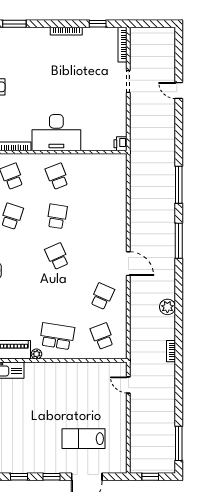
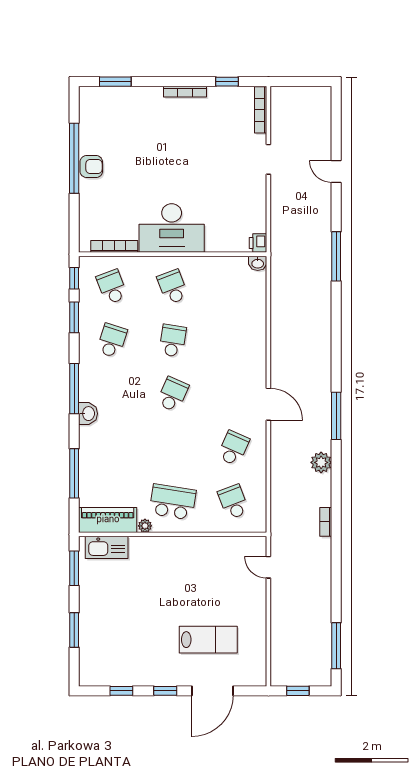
washbasin: (120, 159) -> (258, 263), added
window: (179, 185) -> (336, 256), moved
window: (179, 241) -> (336, 416), moved
school desk: (57, 256) -> (173, 394), turned 48
lab bench: (84, 439) -> (208, 640), turned 180

